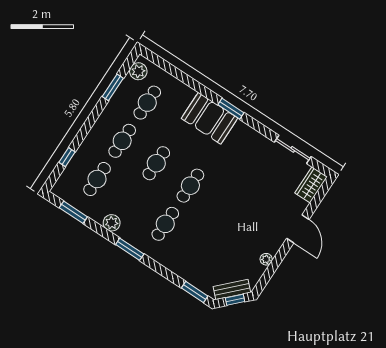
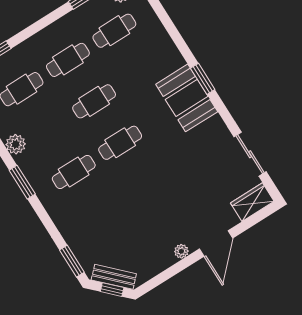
booth: (210, 118) -> (187, 98), moved
plant: (266, 259) -> (181, 251), moved

